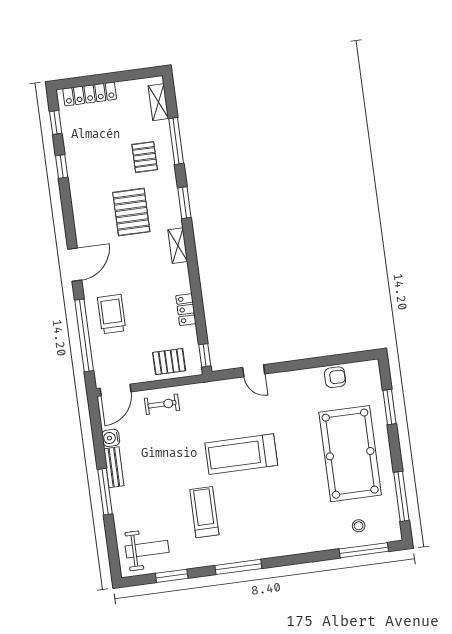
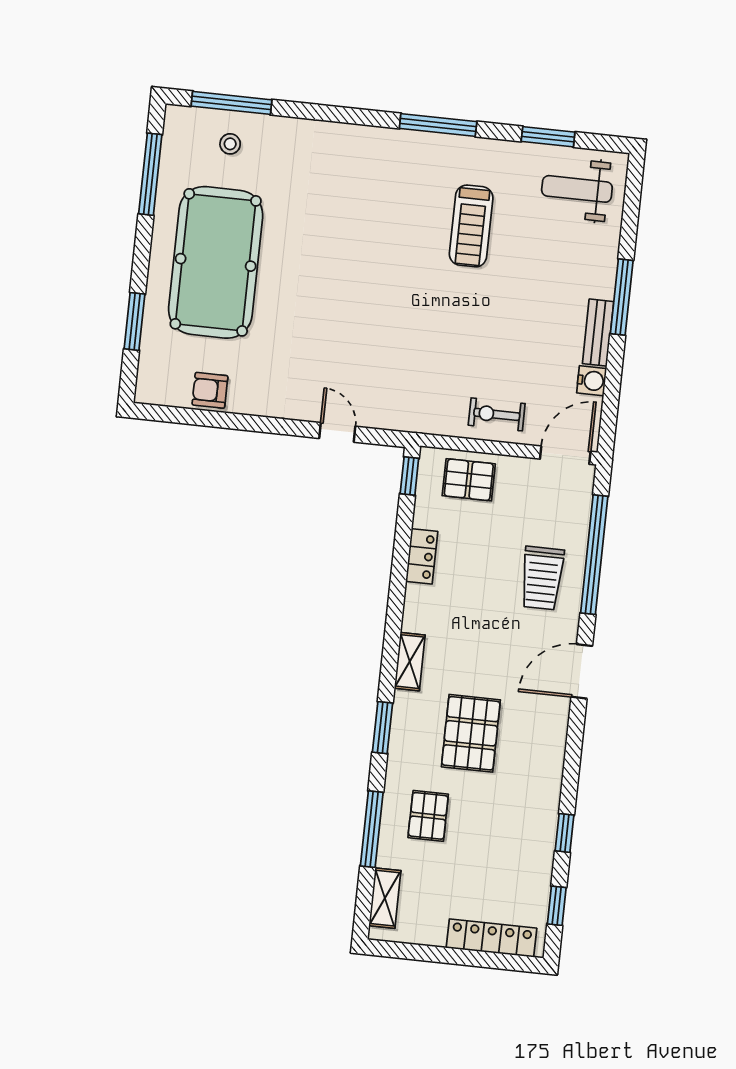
treadmill: (241, 454) -> (390, 304), removed

